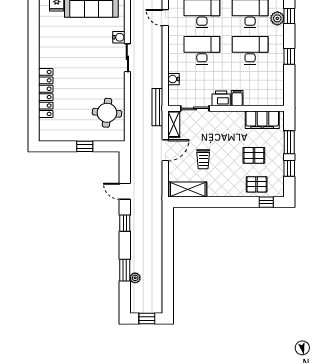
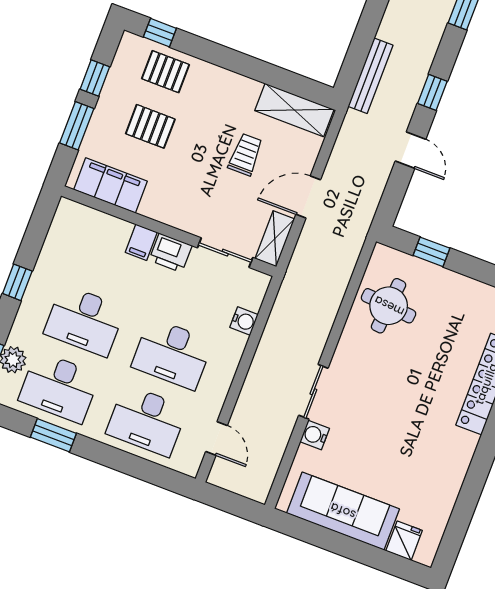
bench: (157, 107) -> (371, 76), moved
window: (85, 146) -> (432, 252), moved

